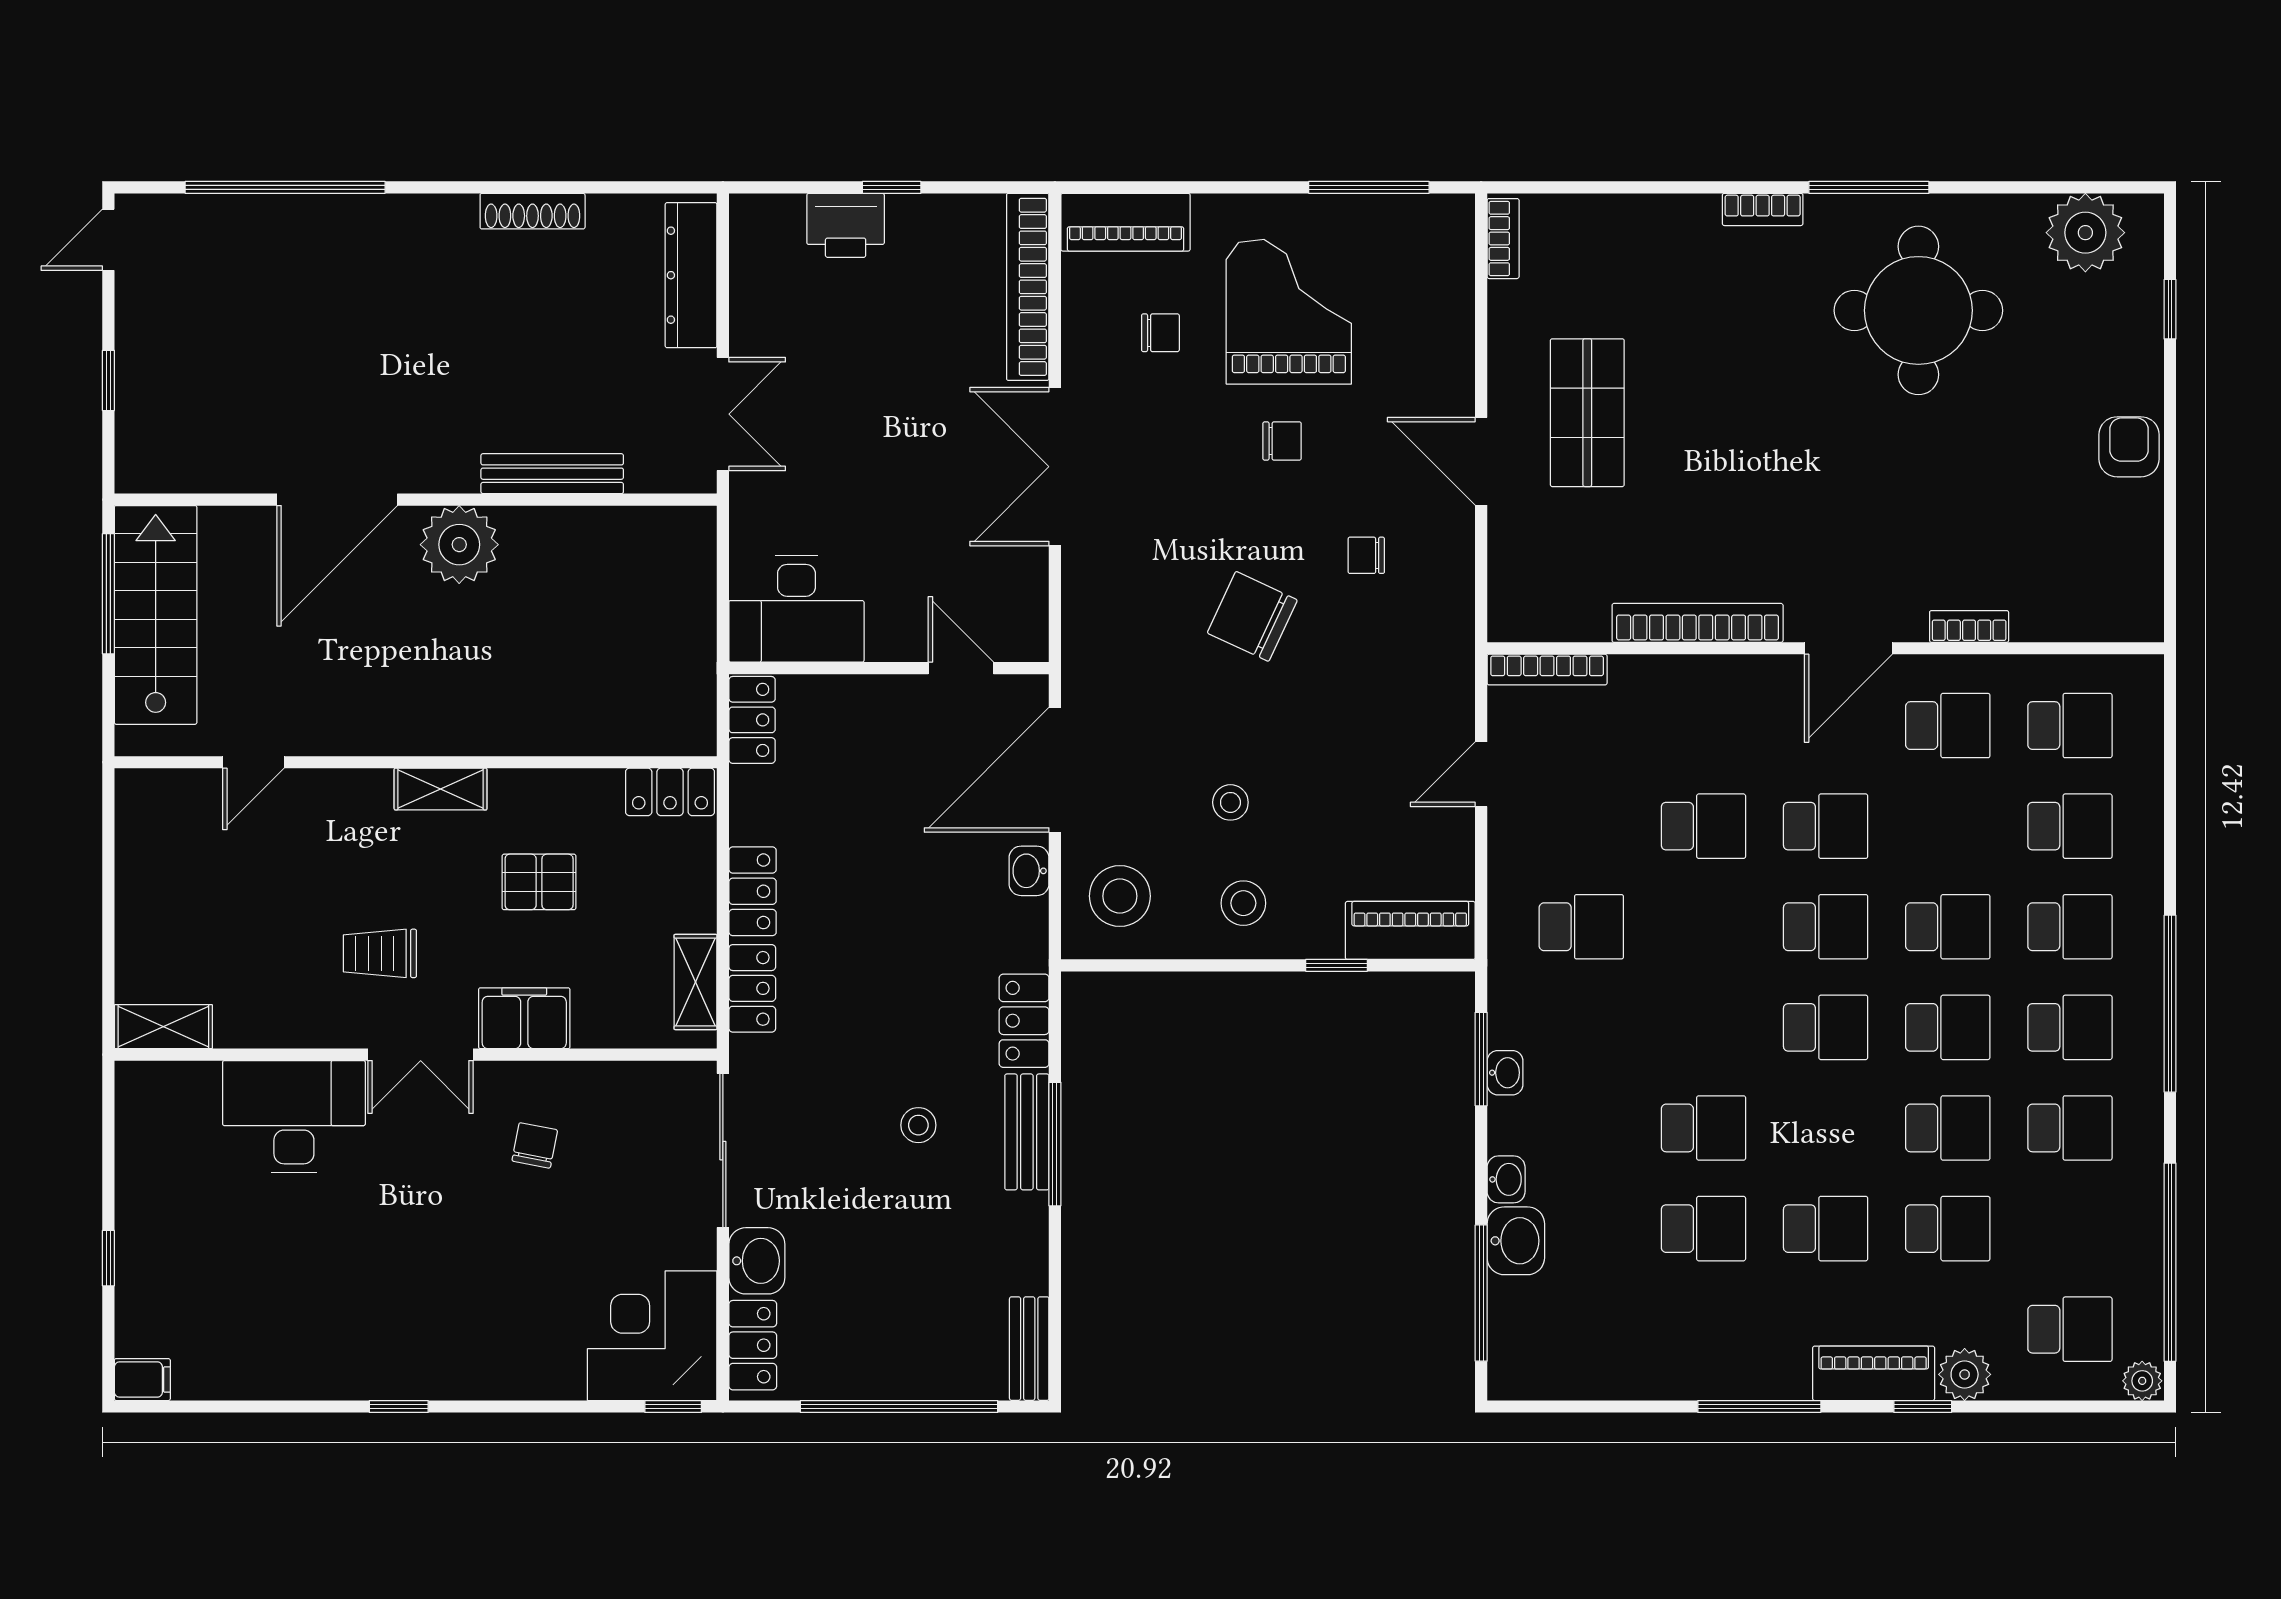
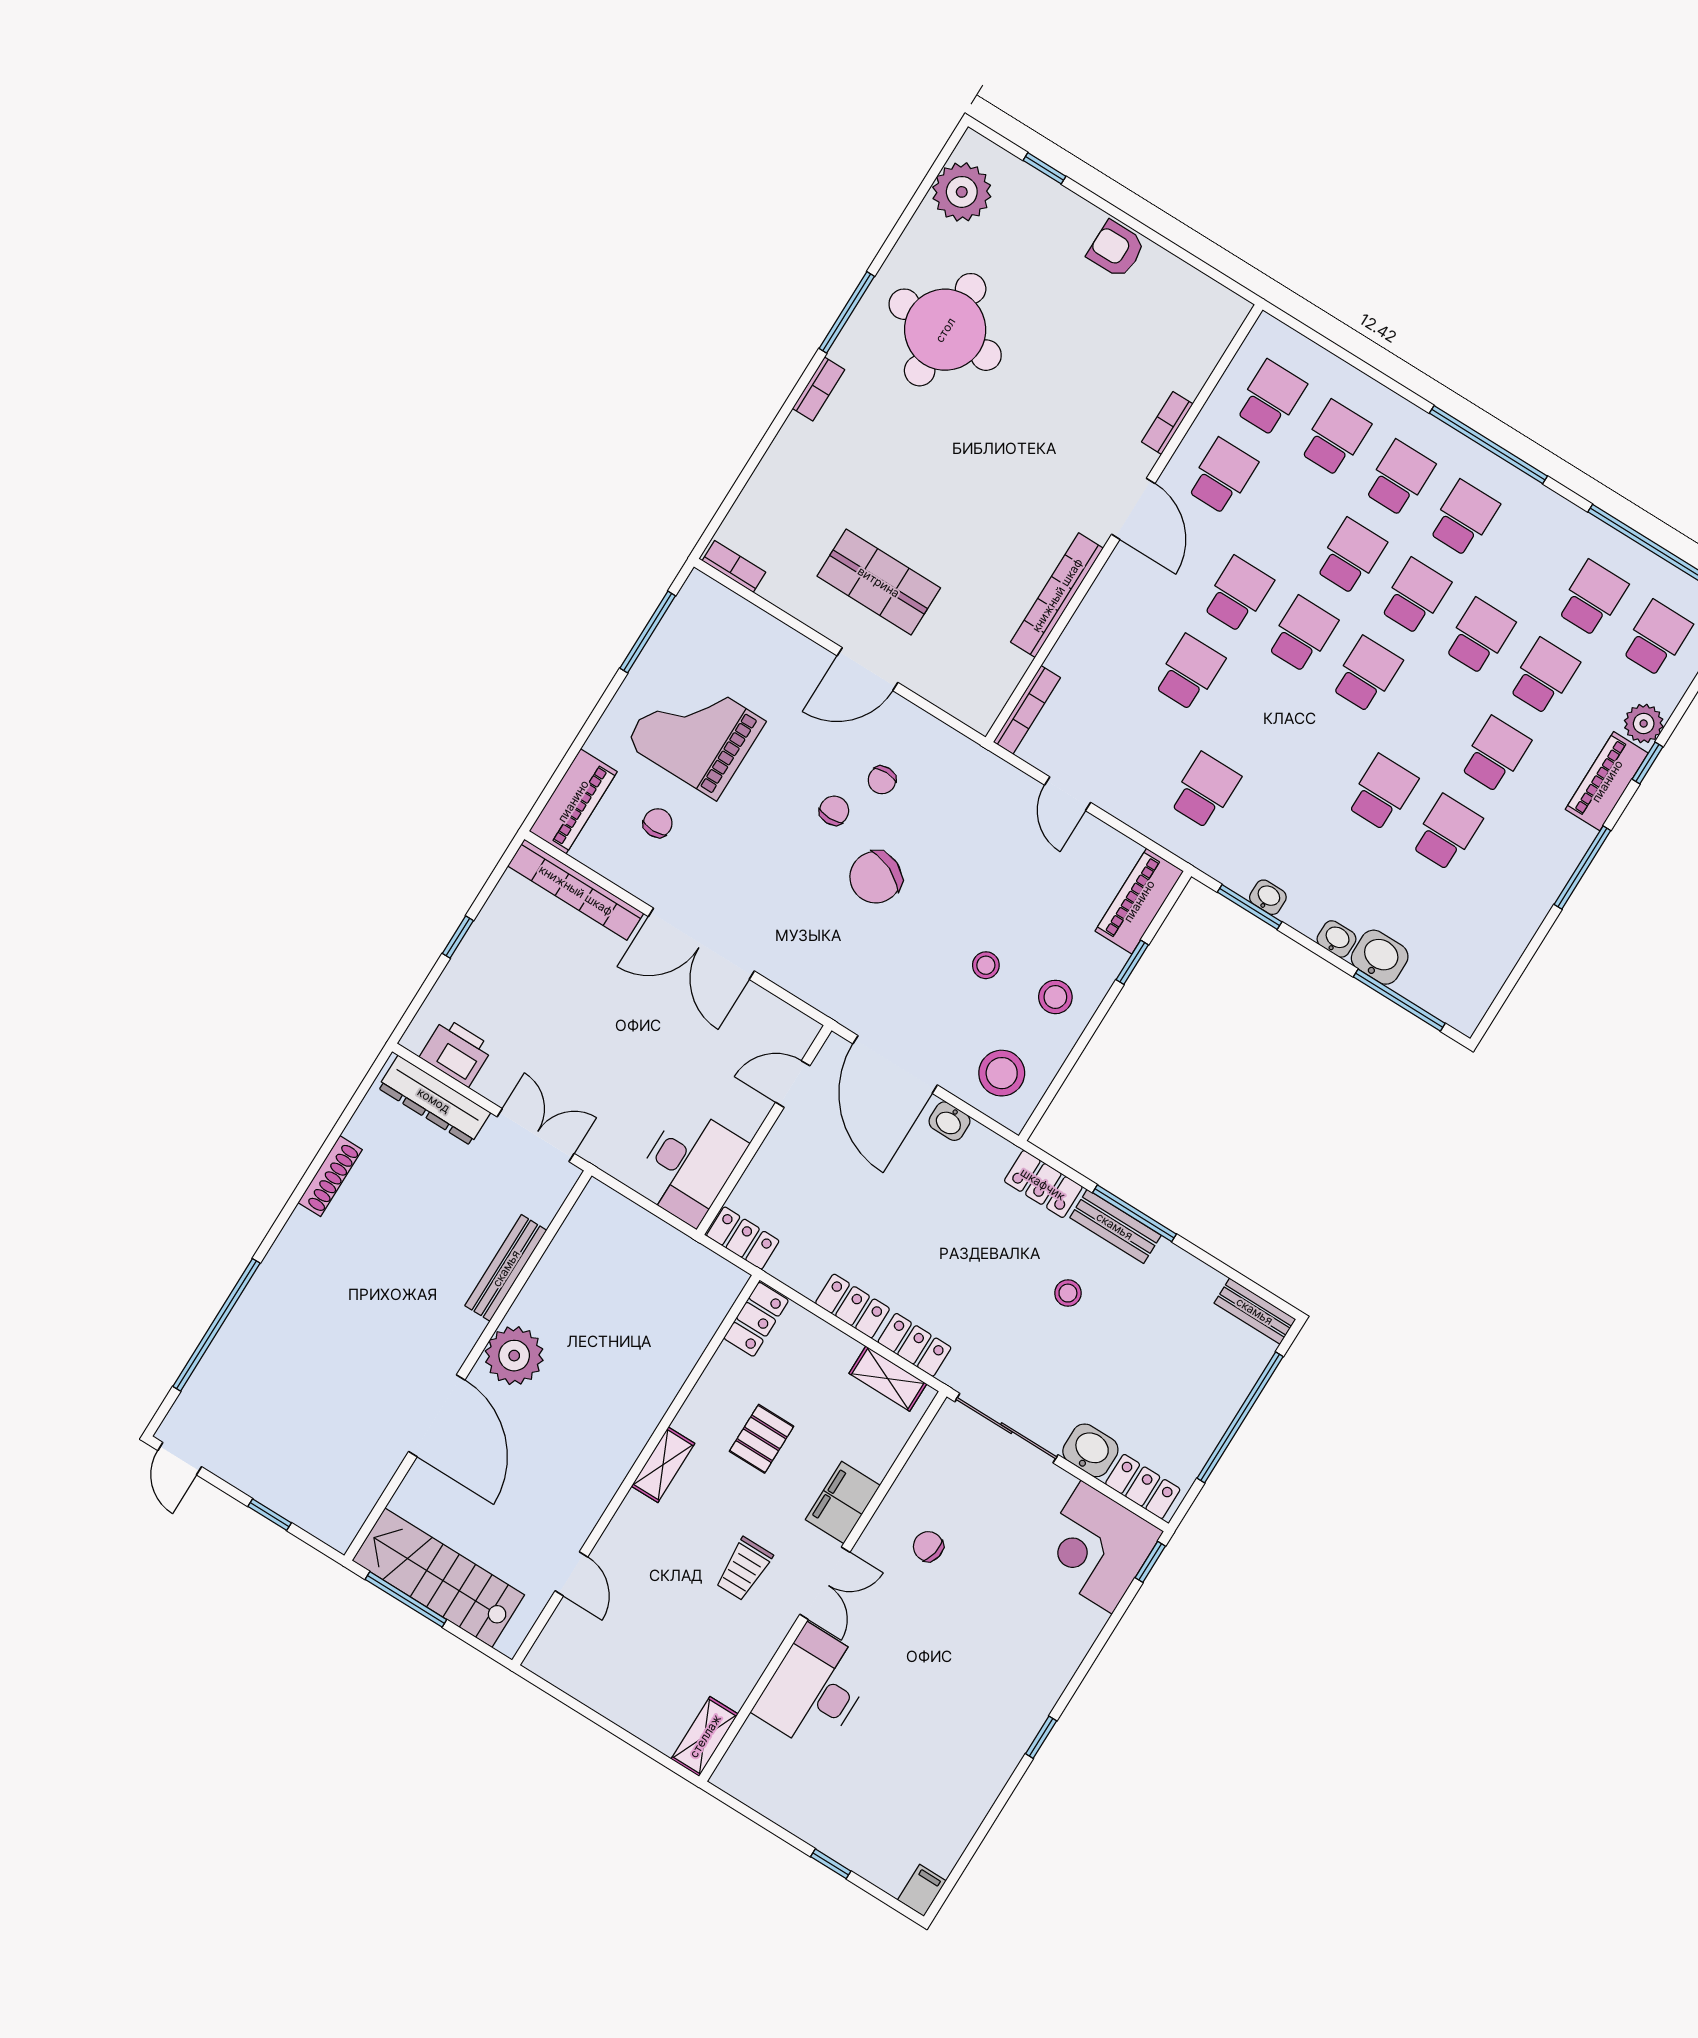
printer: (846, 225) -> (456, 1052), moved, turned -90
chair: (1282, 441) -> (834, 811), moved
school desk: (2070, 1128) -> (1592, 598), moved

